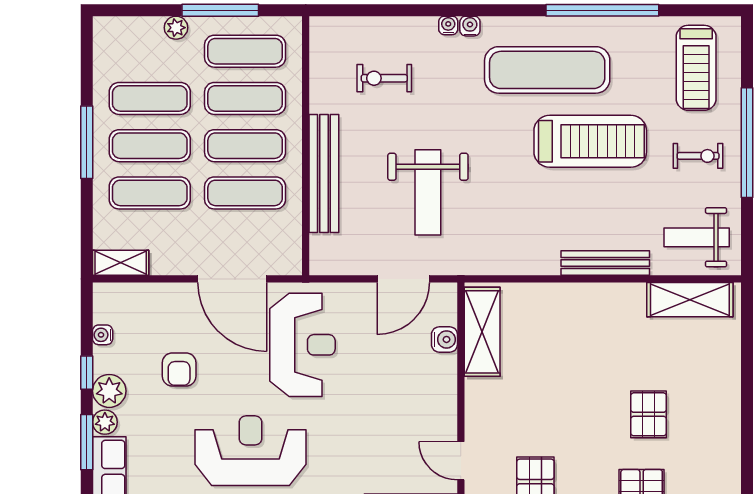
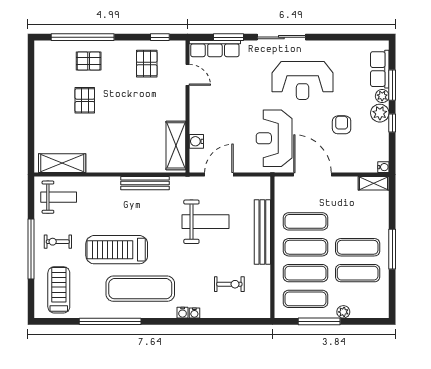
weight bench: (428, 192) -> (205, 222), turned 90
exercise mat: (150, 193) -> (358, 221), removed
bench: (605, 263) -> (145, 183), moved
water cooler: (103, 335) -> (383, 167), moved

